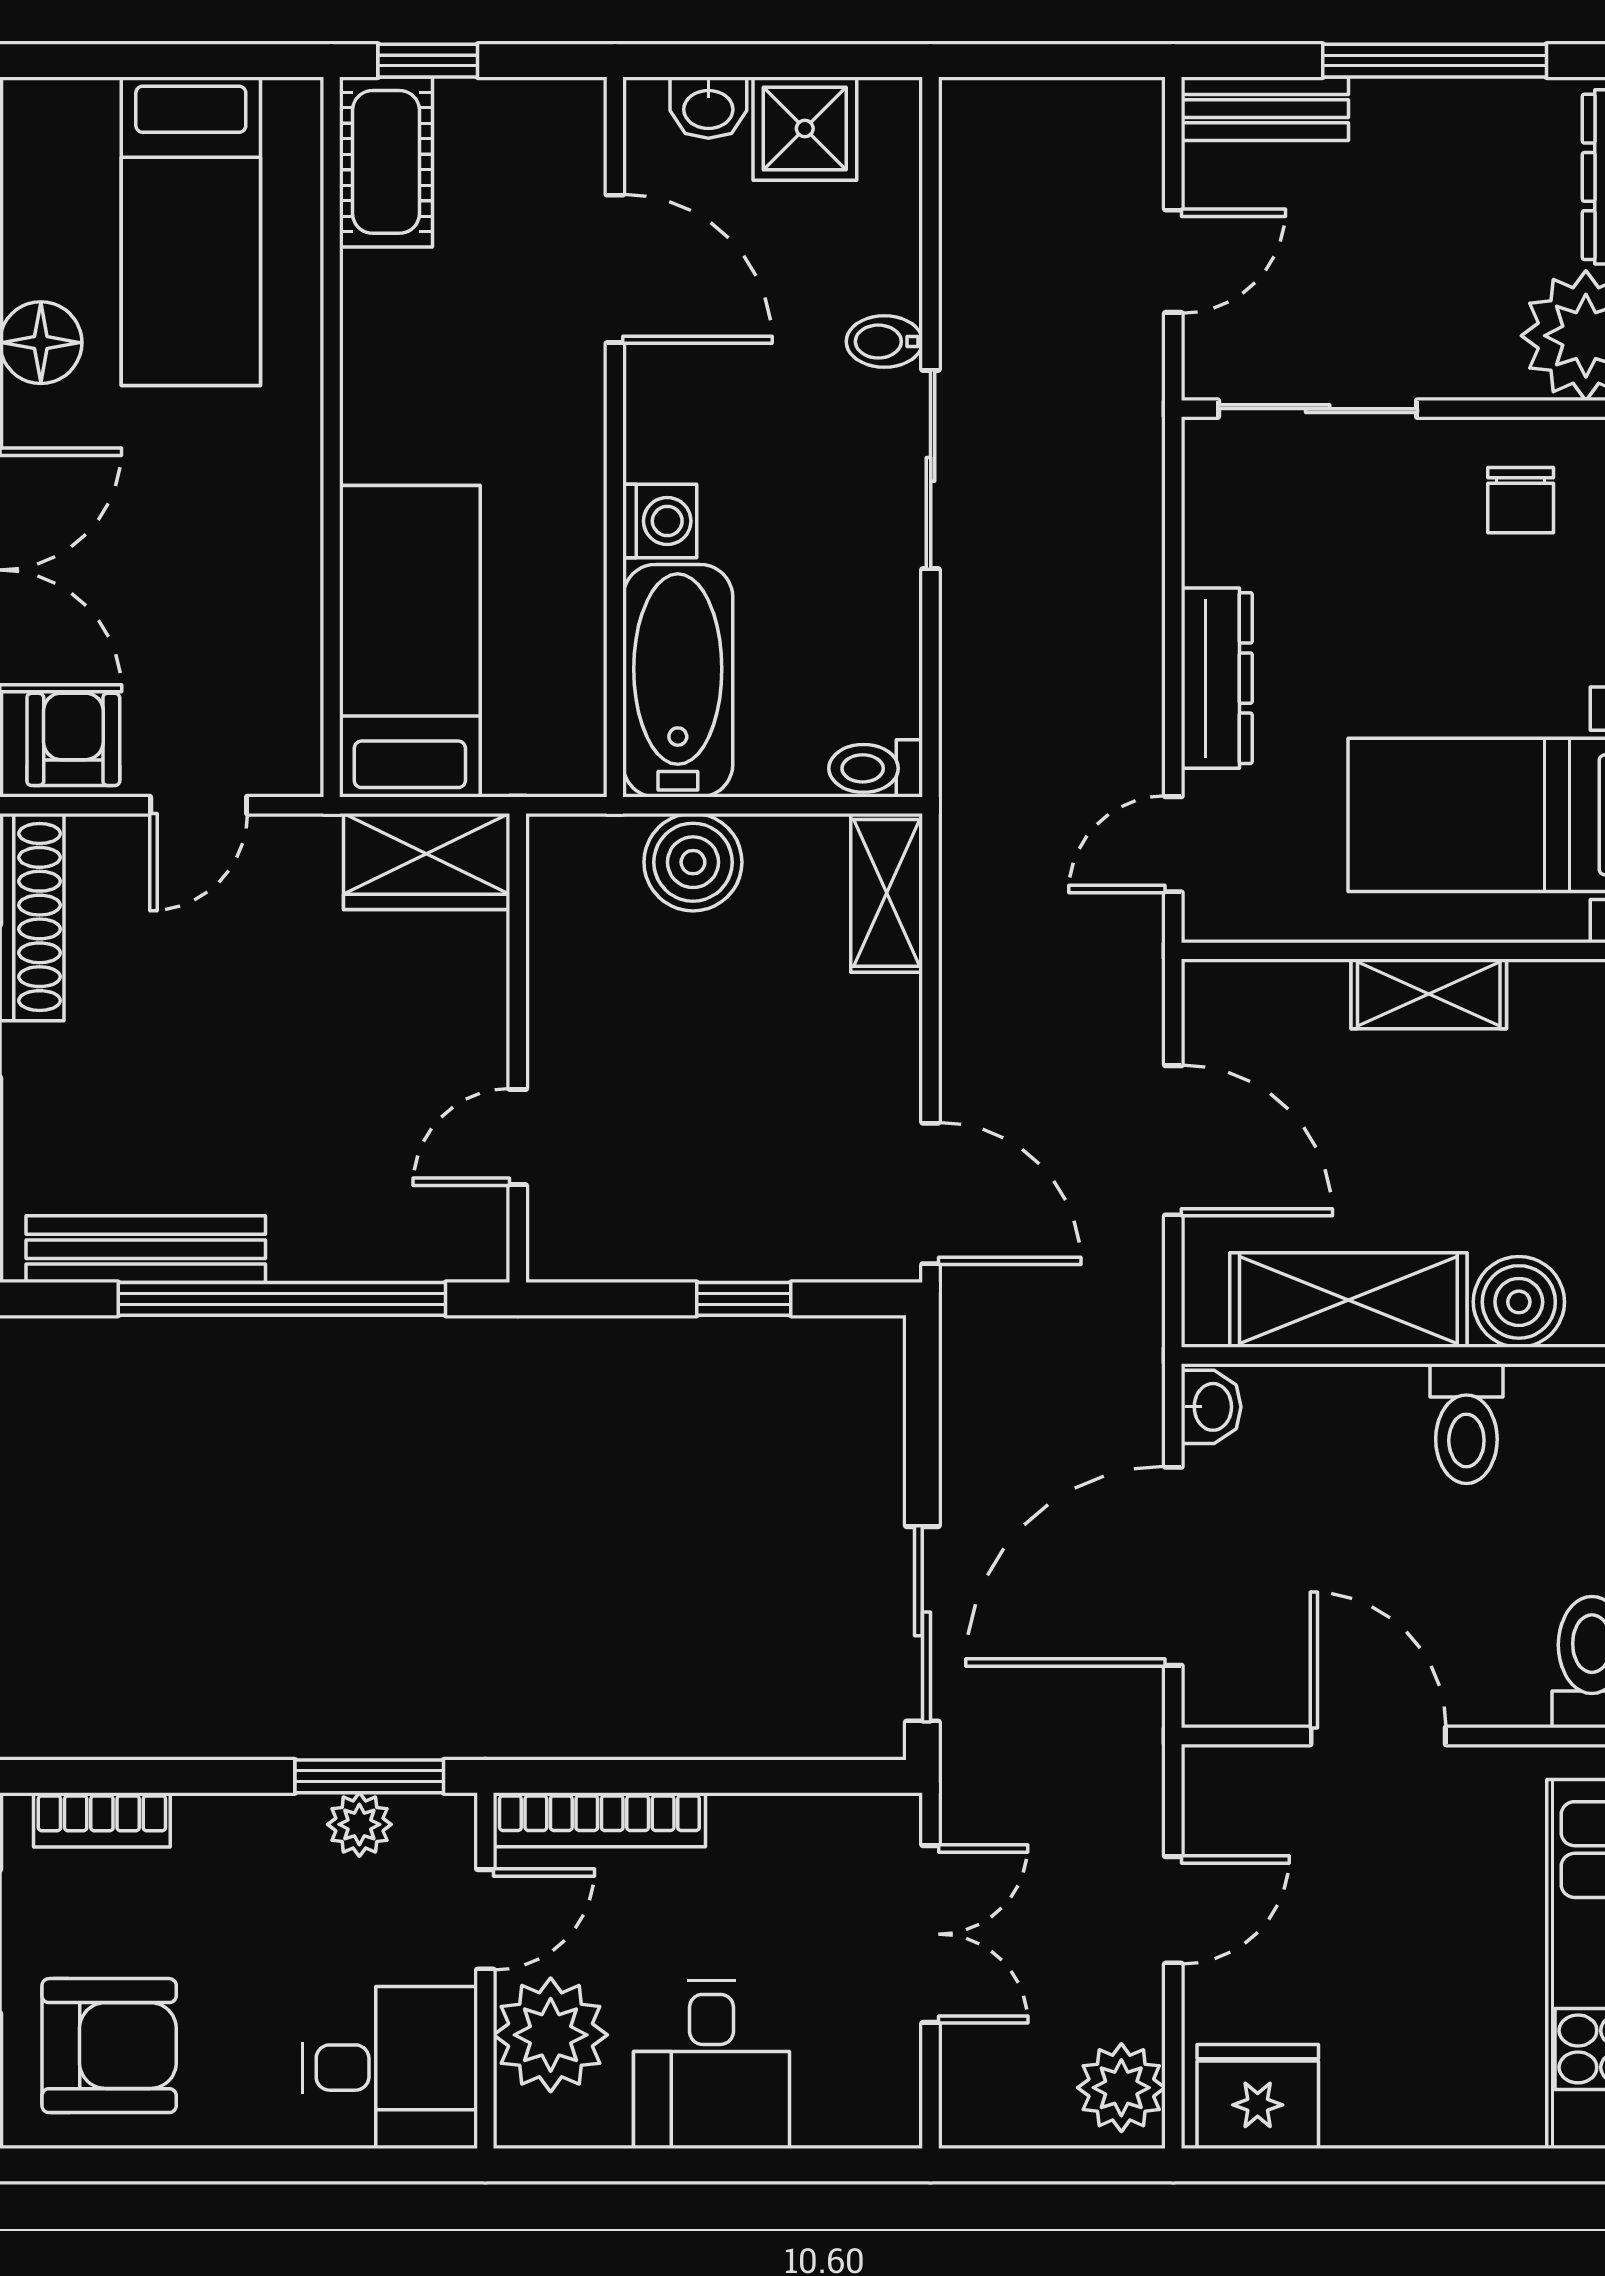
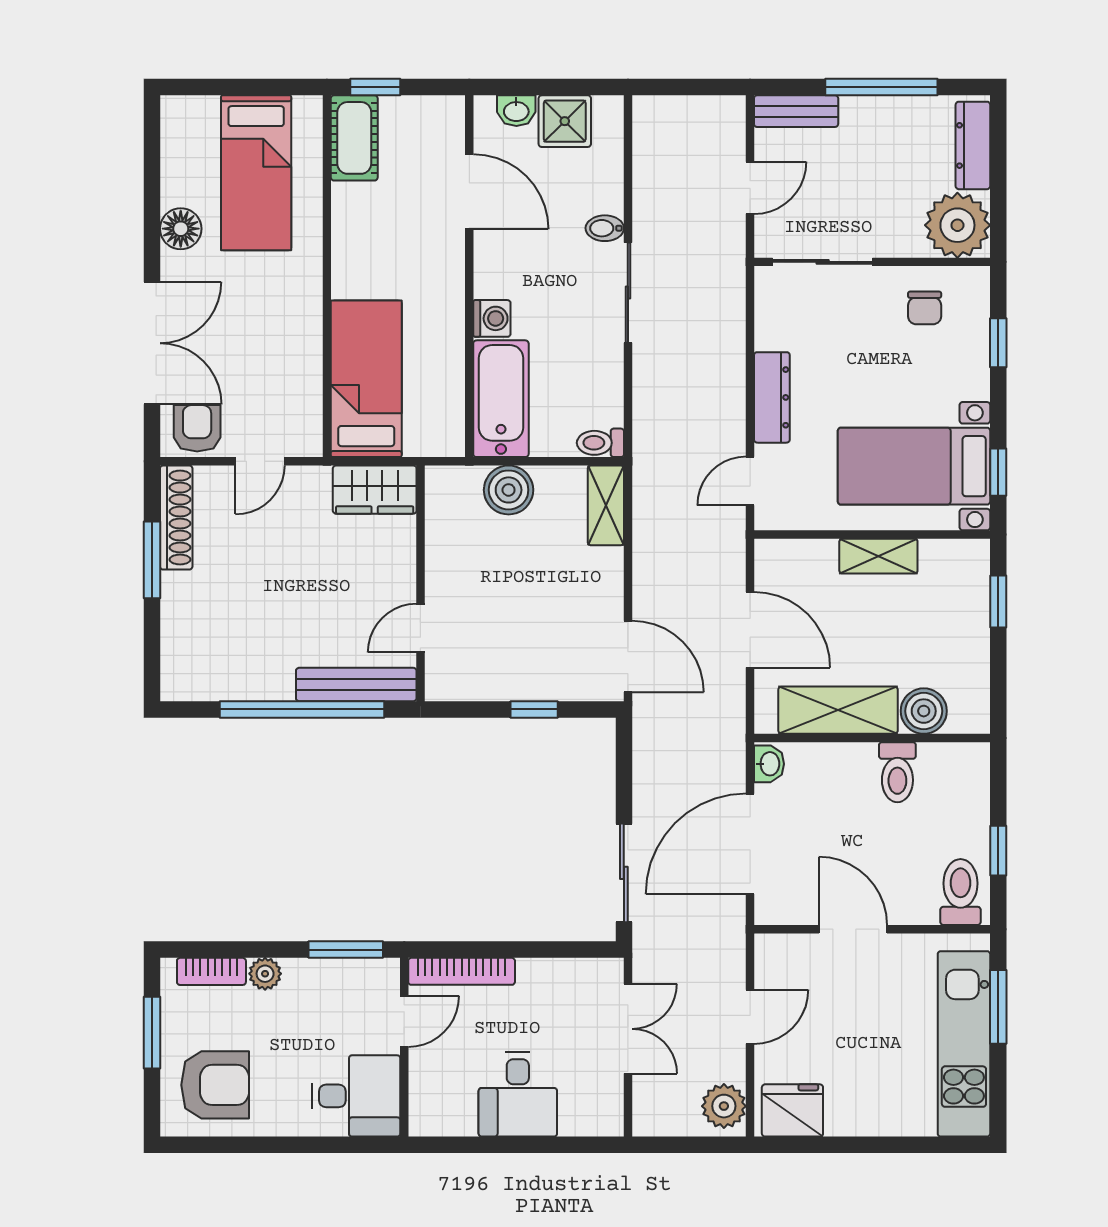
bench: (146, 1249) -> (356, 685), moved
plant: (359, 1824) -> (265, 974), moved
plant: (551, 2035) -> (437, 1079), removed

